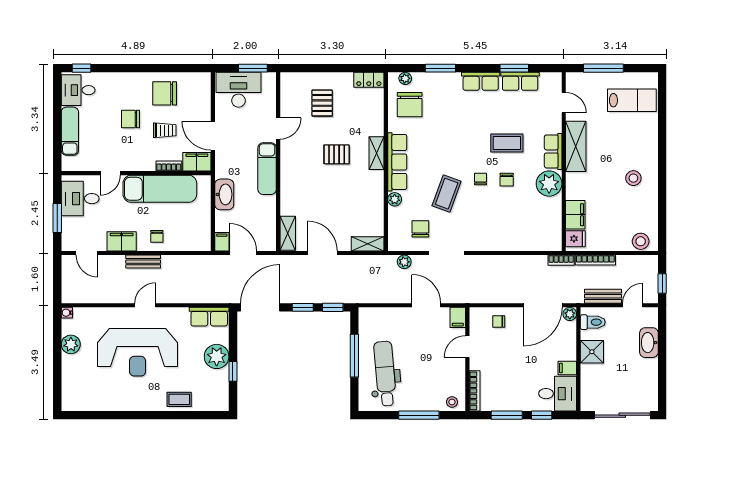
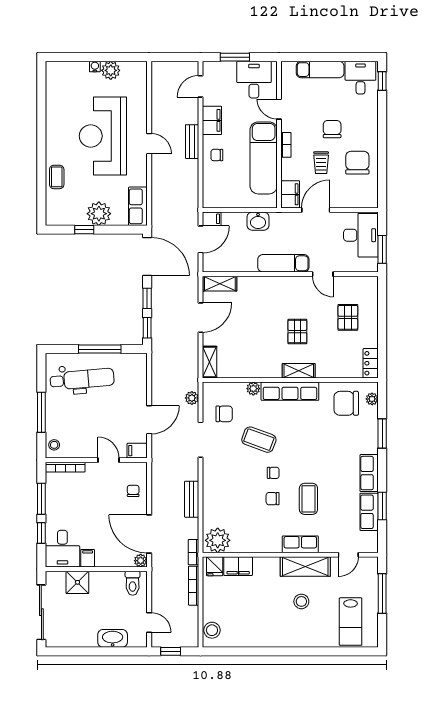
pallet: (322, 103) -> (348, 317), turned 90
bookcase: (169, 166) -> (286, 145), moved
stool: (633, 178) -> (301, 601), moved
plant: (549, 184) -> (218, 540), moved
washbasin: (224, 194) -> (258, 221), width x0.72
bench: (603, 296) -> (192, 499), moved
water cooler: (67, 313) -> (95, 67), moved
shower: (592, 352) -> (77, 582), moved

